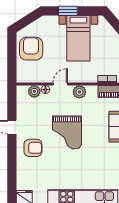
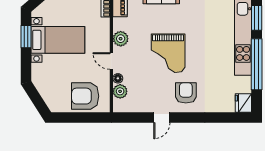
window: (68, 11) -> (26, 37), moved
armchair: (31, 49) -> (85, 96), moved
grand piano: (67, 133) -> (168, 53), turned 90

